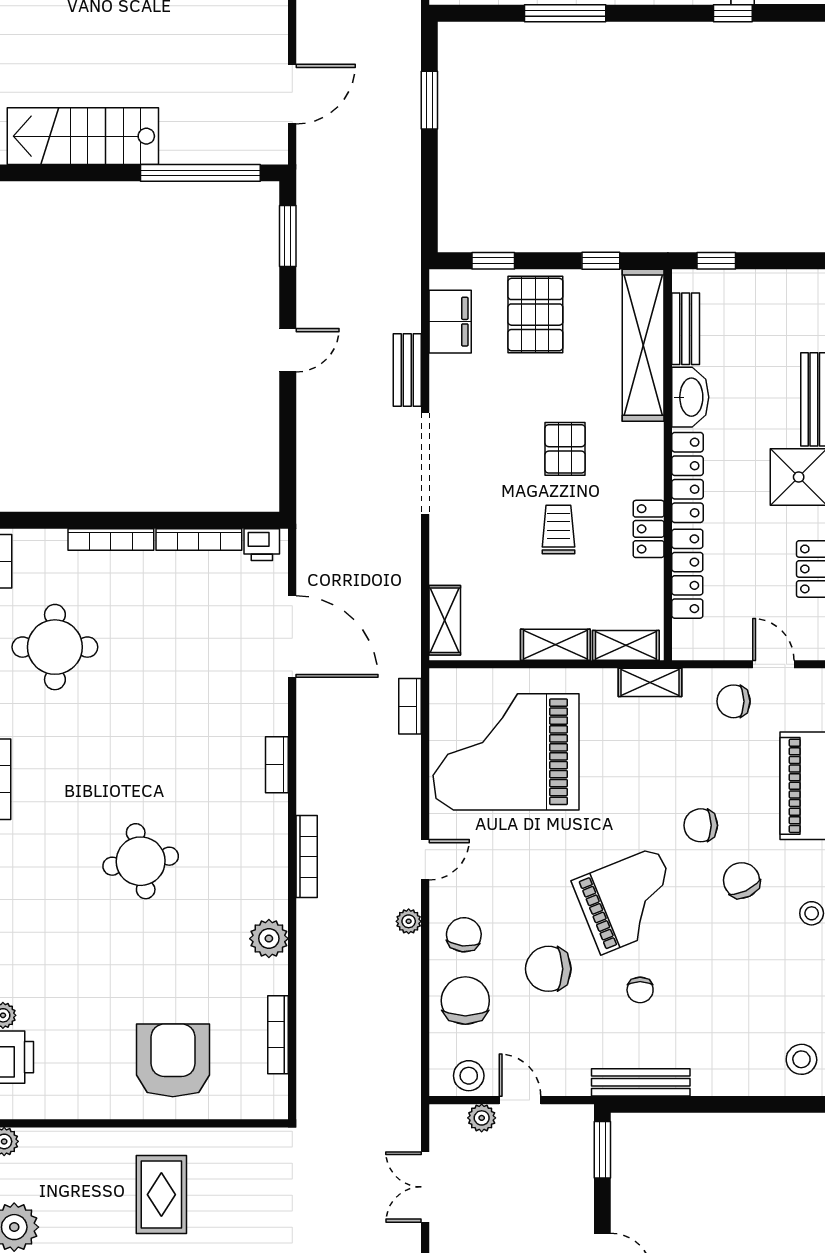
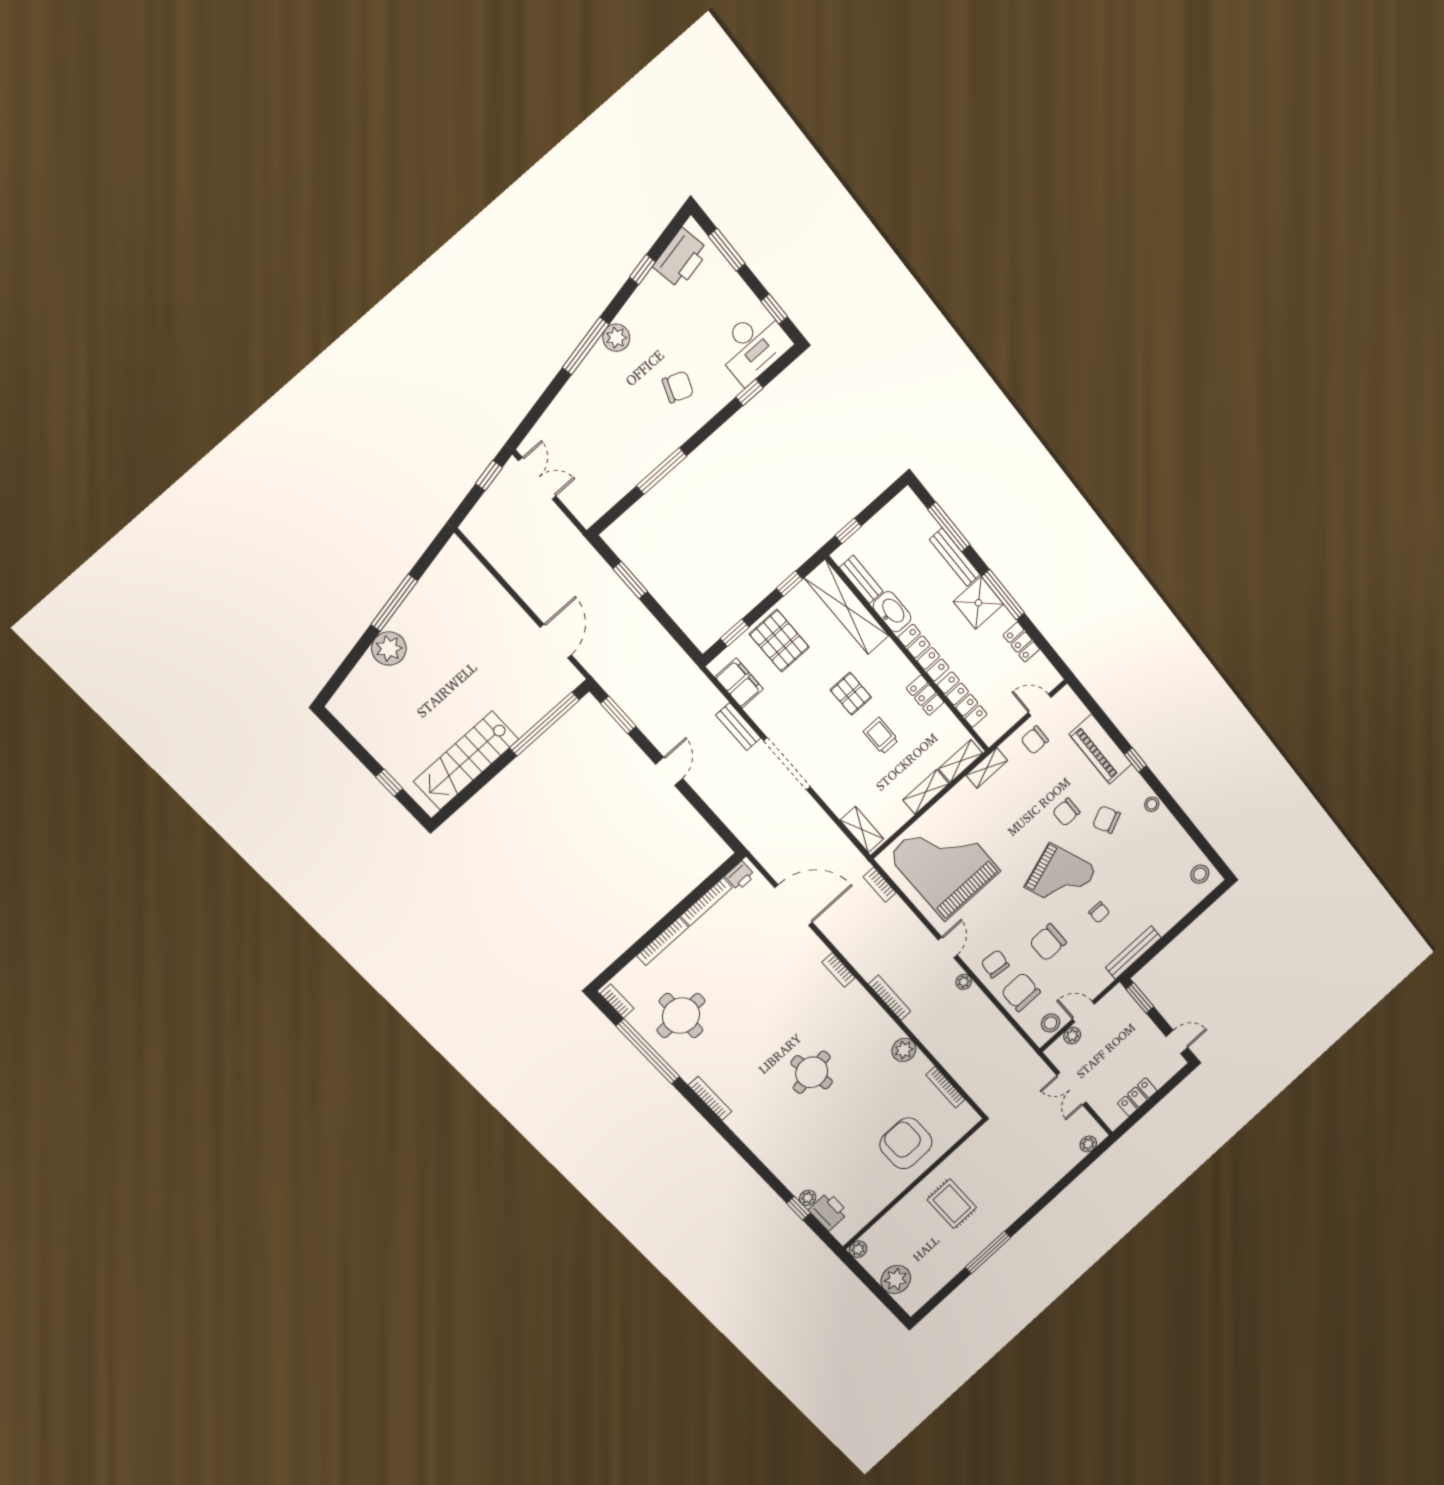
grand piano: (506, 752) -> (944, 863), turned 90
grand piano: (629, 901) -> (1061, 877), turned 92

